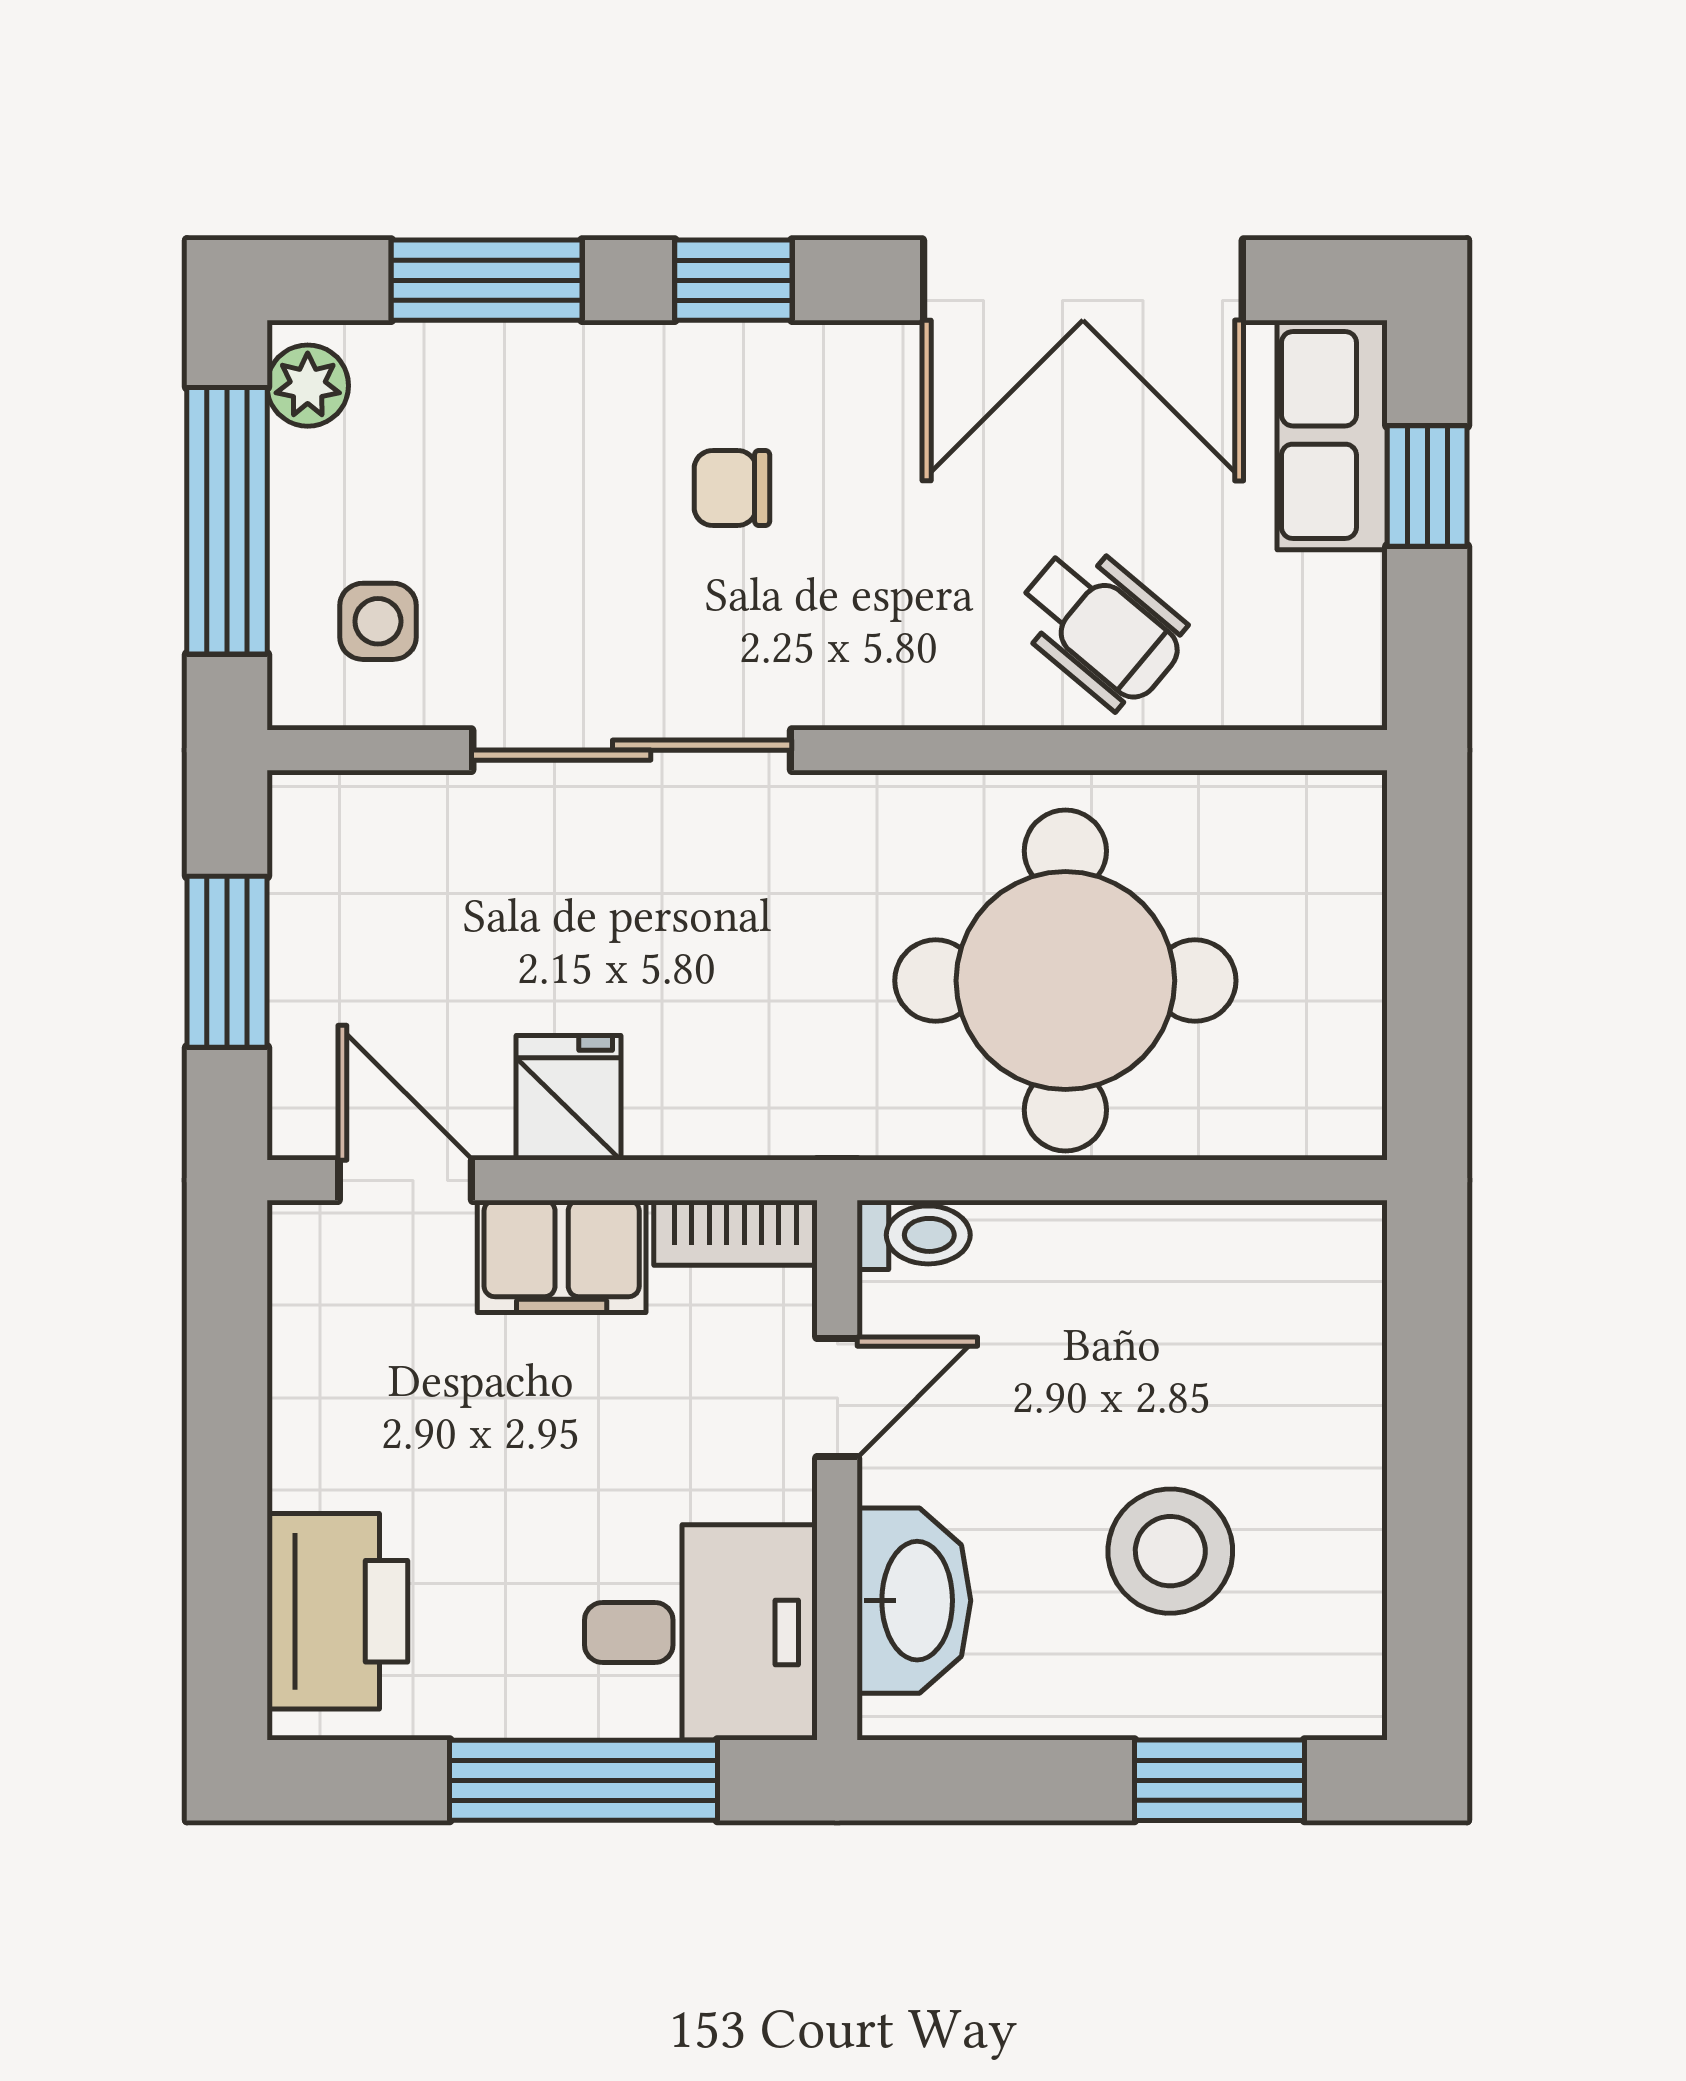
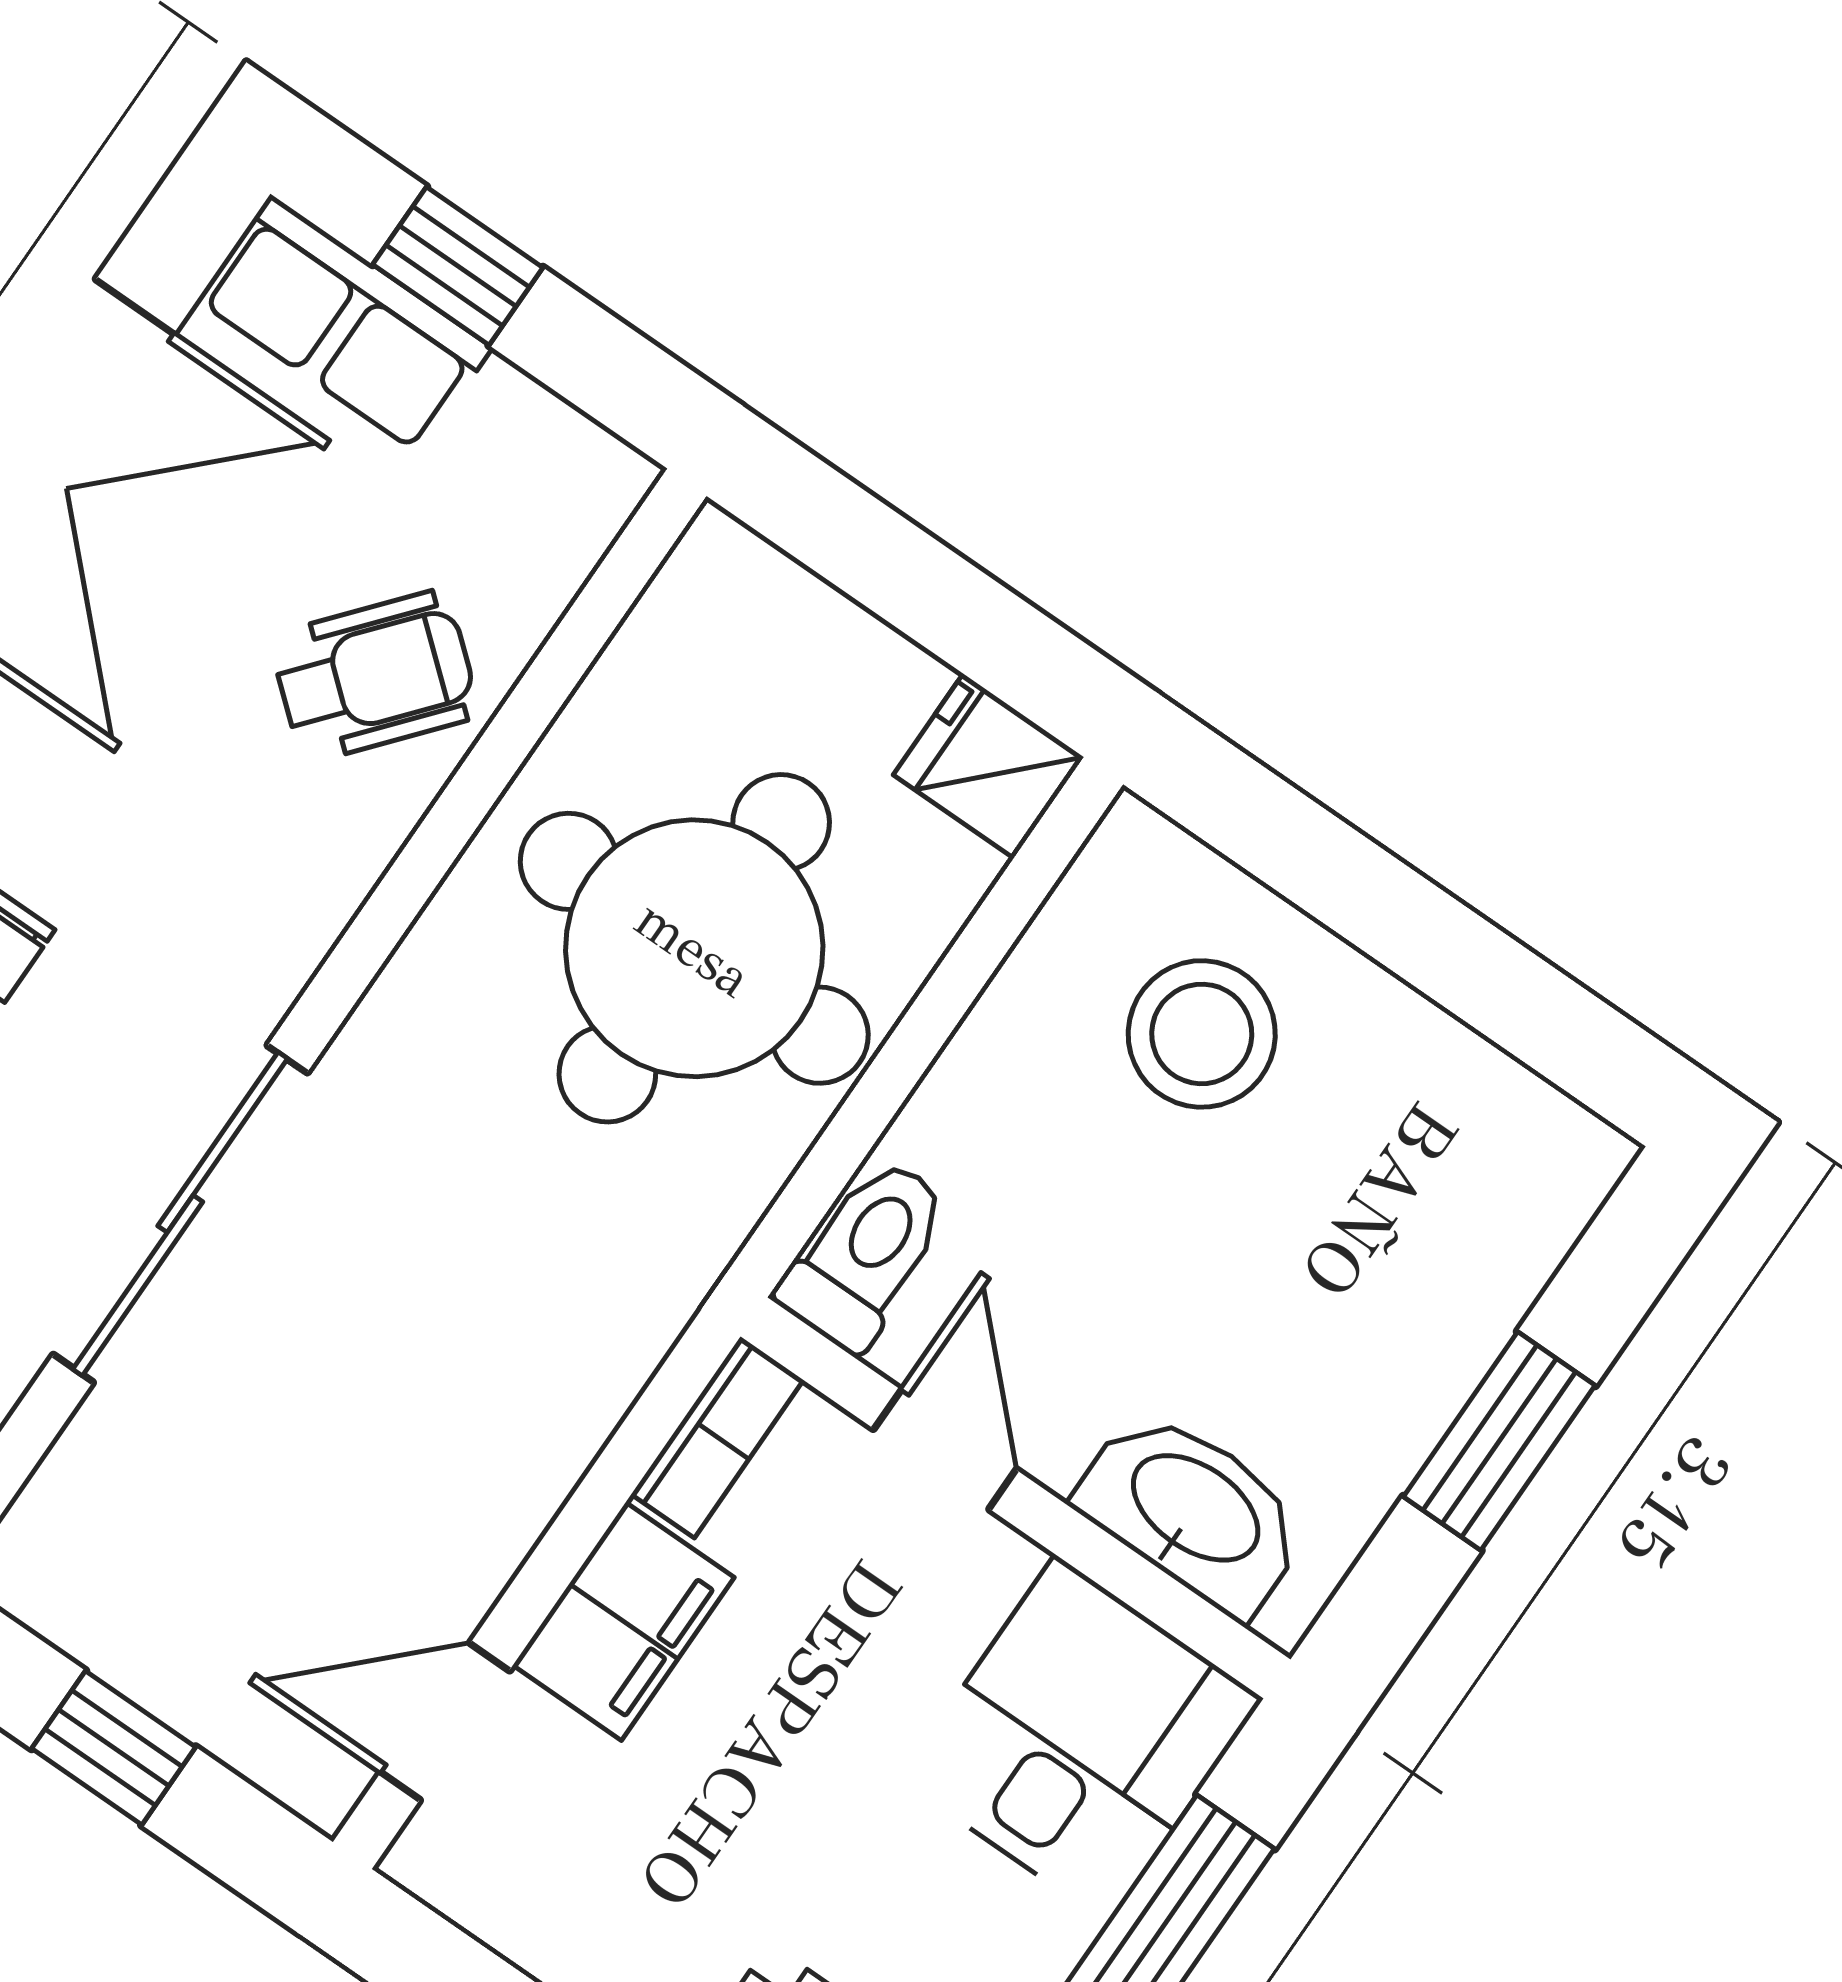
window: (227, 962) -> (114, 1748), width x0.67
fridge: (568, 1098) -> (989, 766), moved
toilet: (914, 1235) -> (866, 1254), width x1.37, depth x1.39
stool: (1170, 1551) -> (1202, 1034), moved
window: (1219, 1780) -> (1499, 1441), moved

